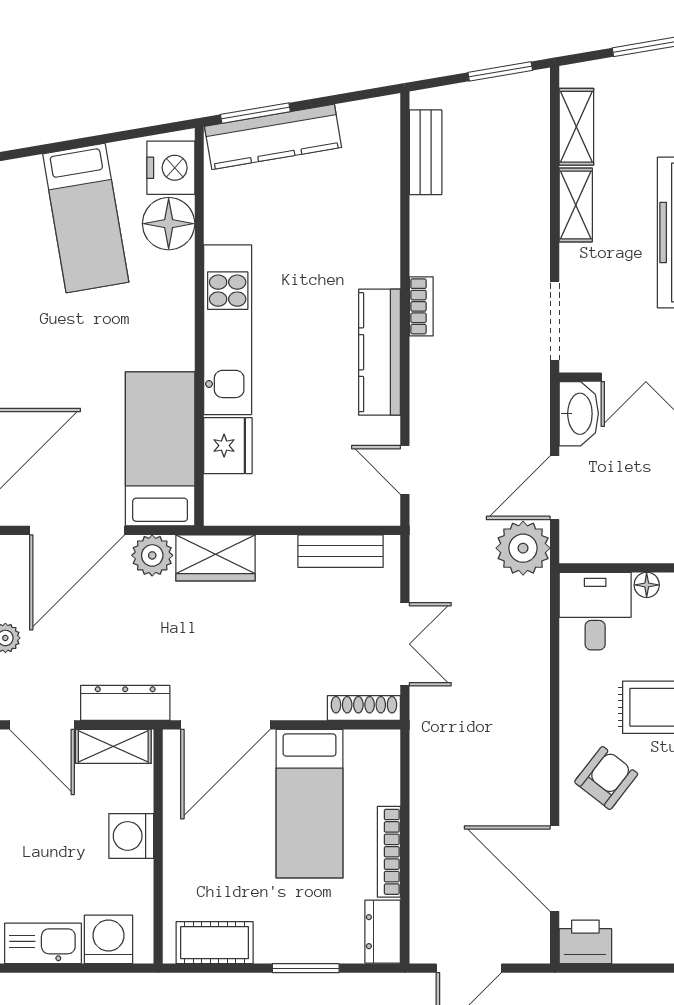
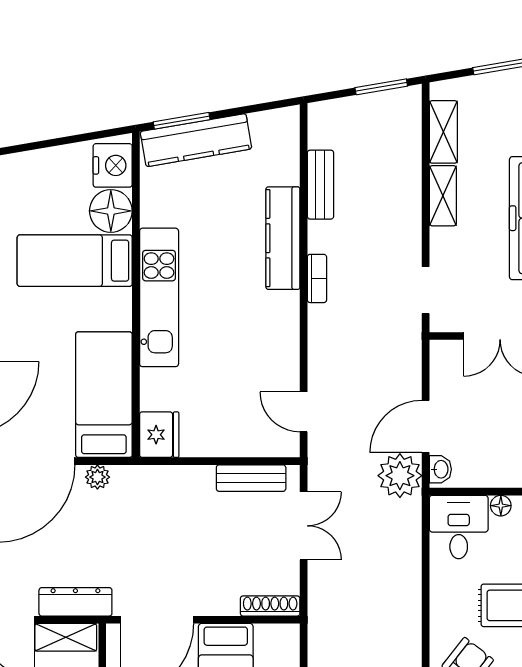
bench: (426, 152) -> (320, 185), moved
bed: (86, 218) -> (75, 261), moved, turned 100
doorway: (555, 321) -> (426, 290), width x0.73
kitchen counter: (380, 352) -> (283, 238), moved
washbasin: (579, 414) -> (440, 469), moved, width x0.52, depth x0.69
fridge: (228, 446) -> (159, 435), moved
plant: (152, 555) -> (97, 477), width x0.73, depth x0.73
wardrobe: (215, 558) -> (149, 484), removed
double door: (405, 644) -> (304, 526), moved

